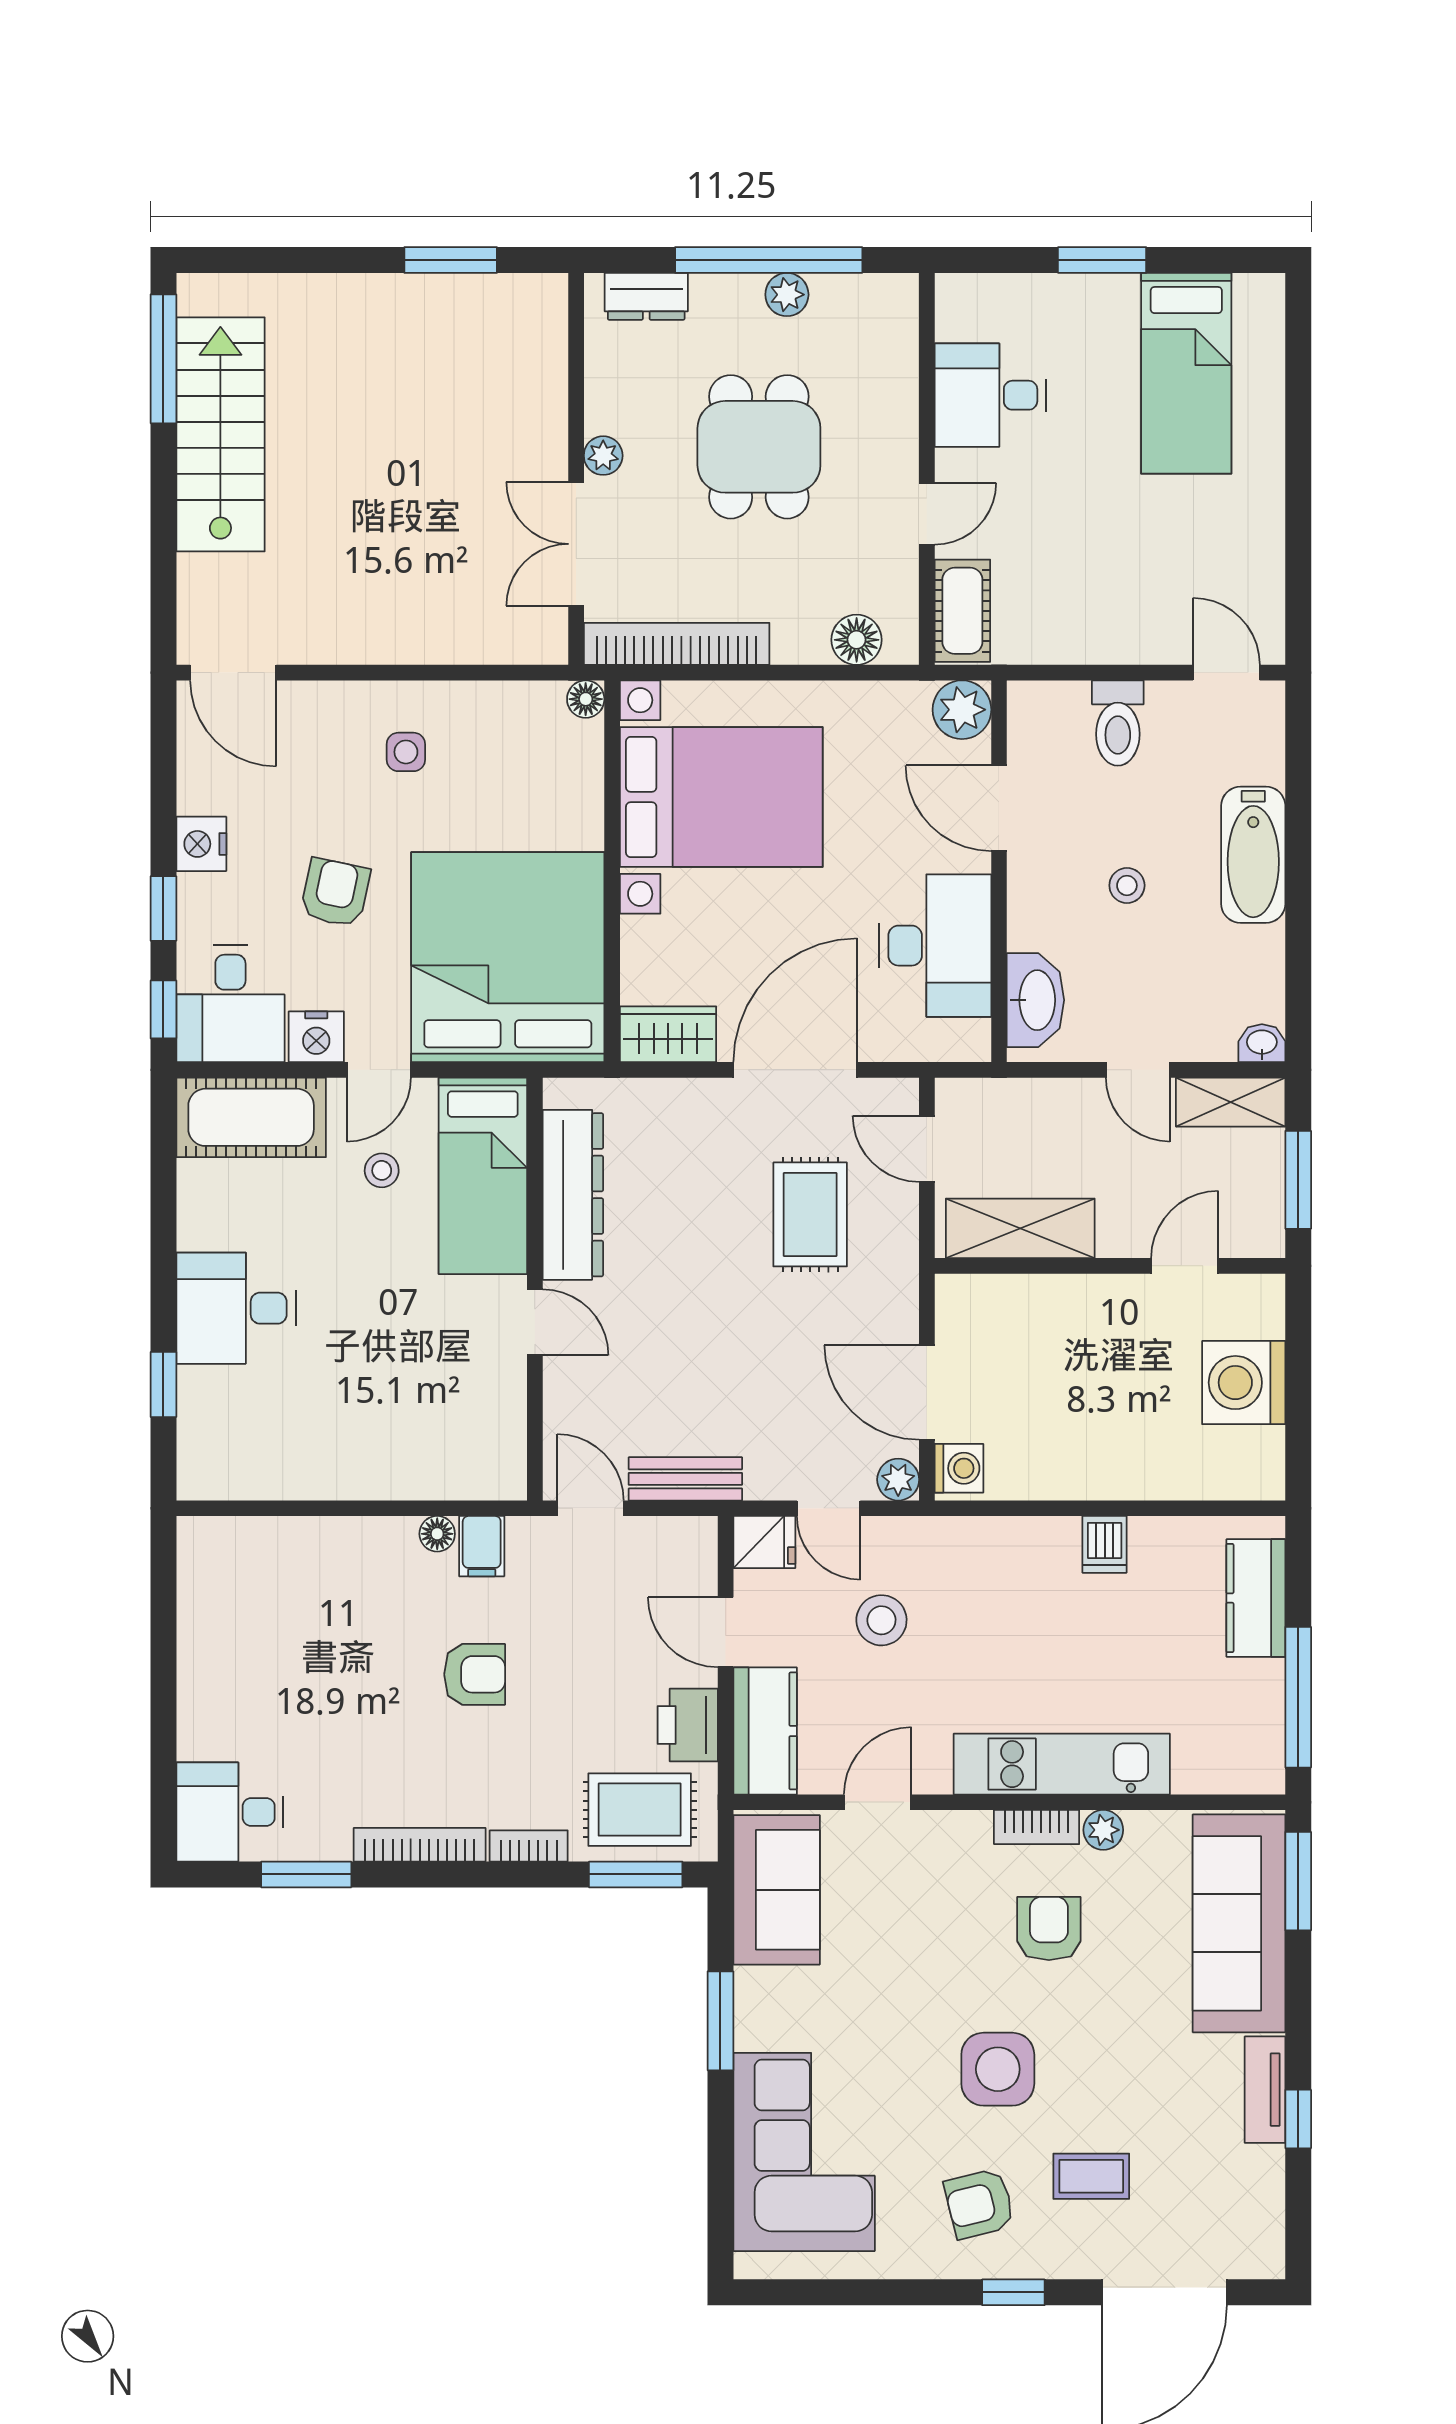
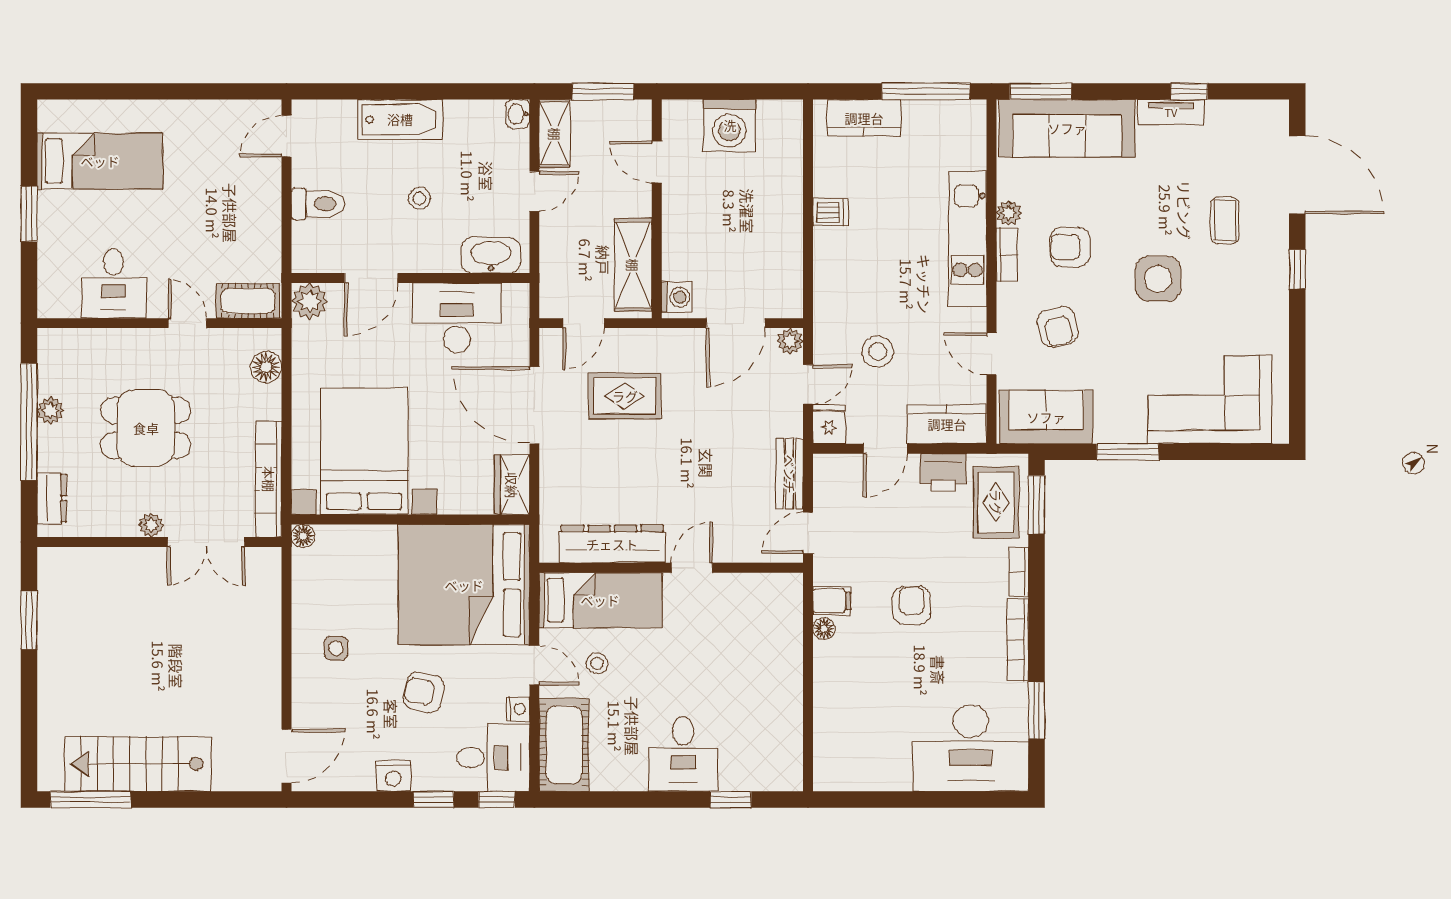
nightstand: (316, 1037) -> (518, 709), width x0.72, depth x0.74
washing machine: (959, 1468) -> (677, 297), moved, turned 90
desk: (230, 1812) -> (971, 748), width x1.87, depth x1.30
armchair: (979, 2204) -> (1058, 327), moved

